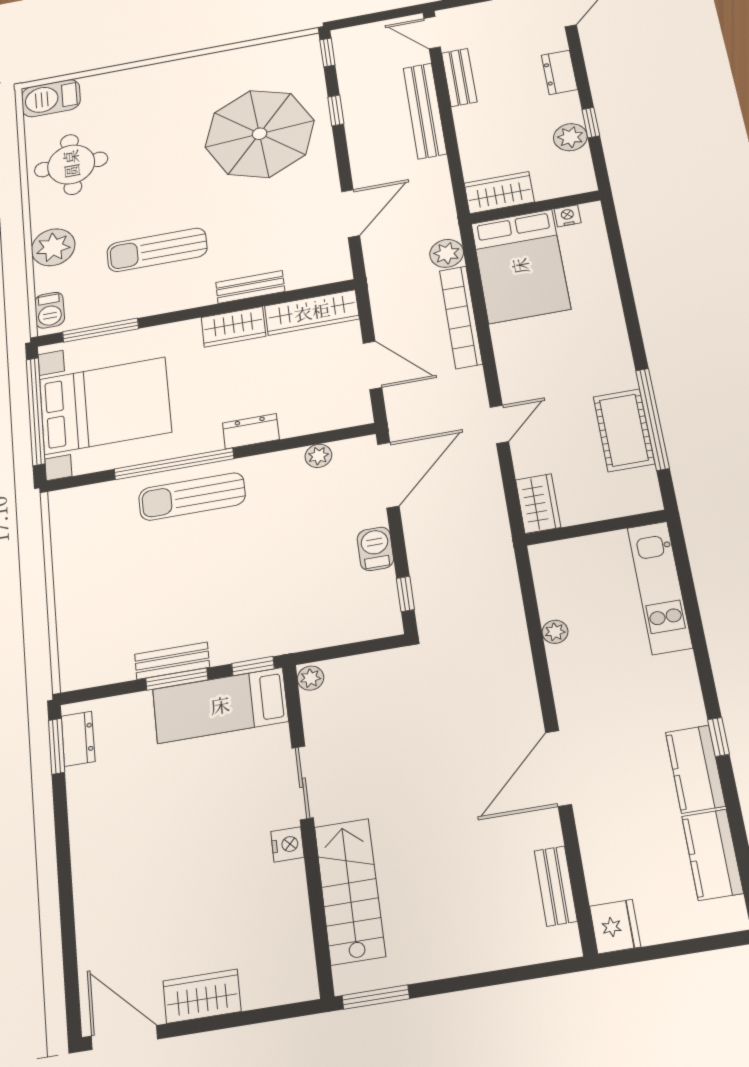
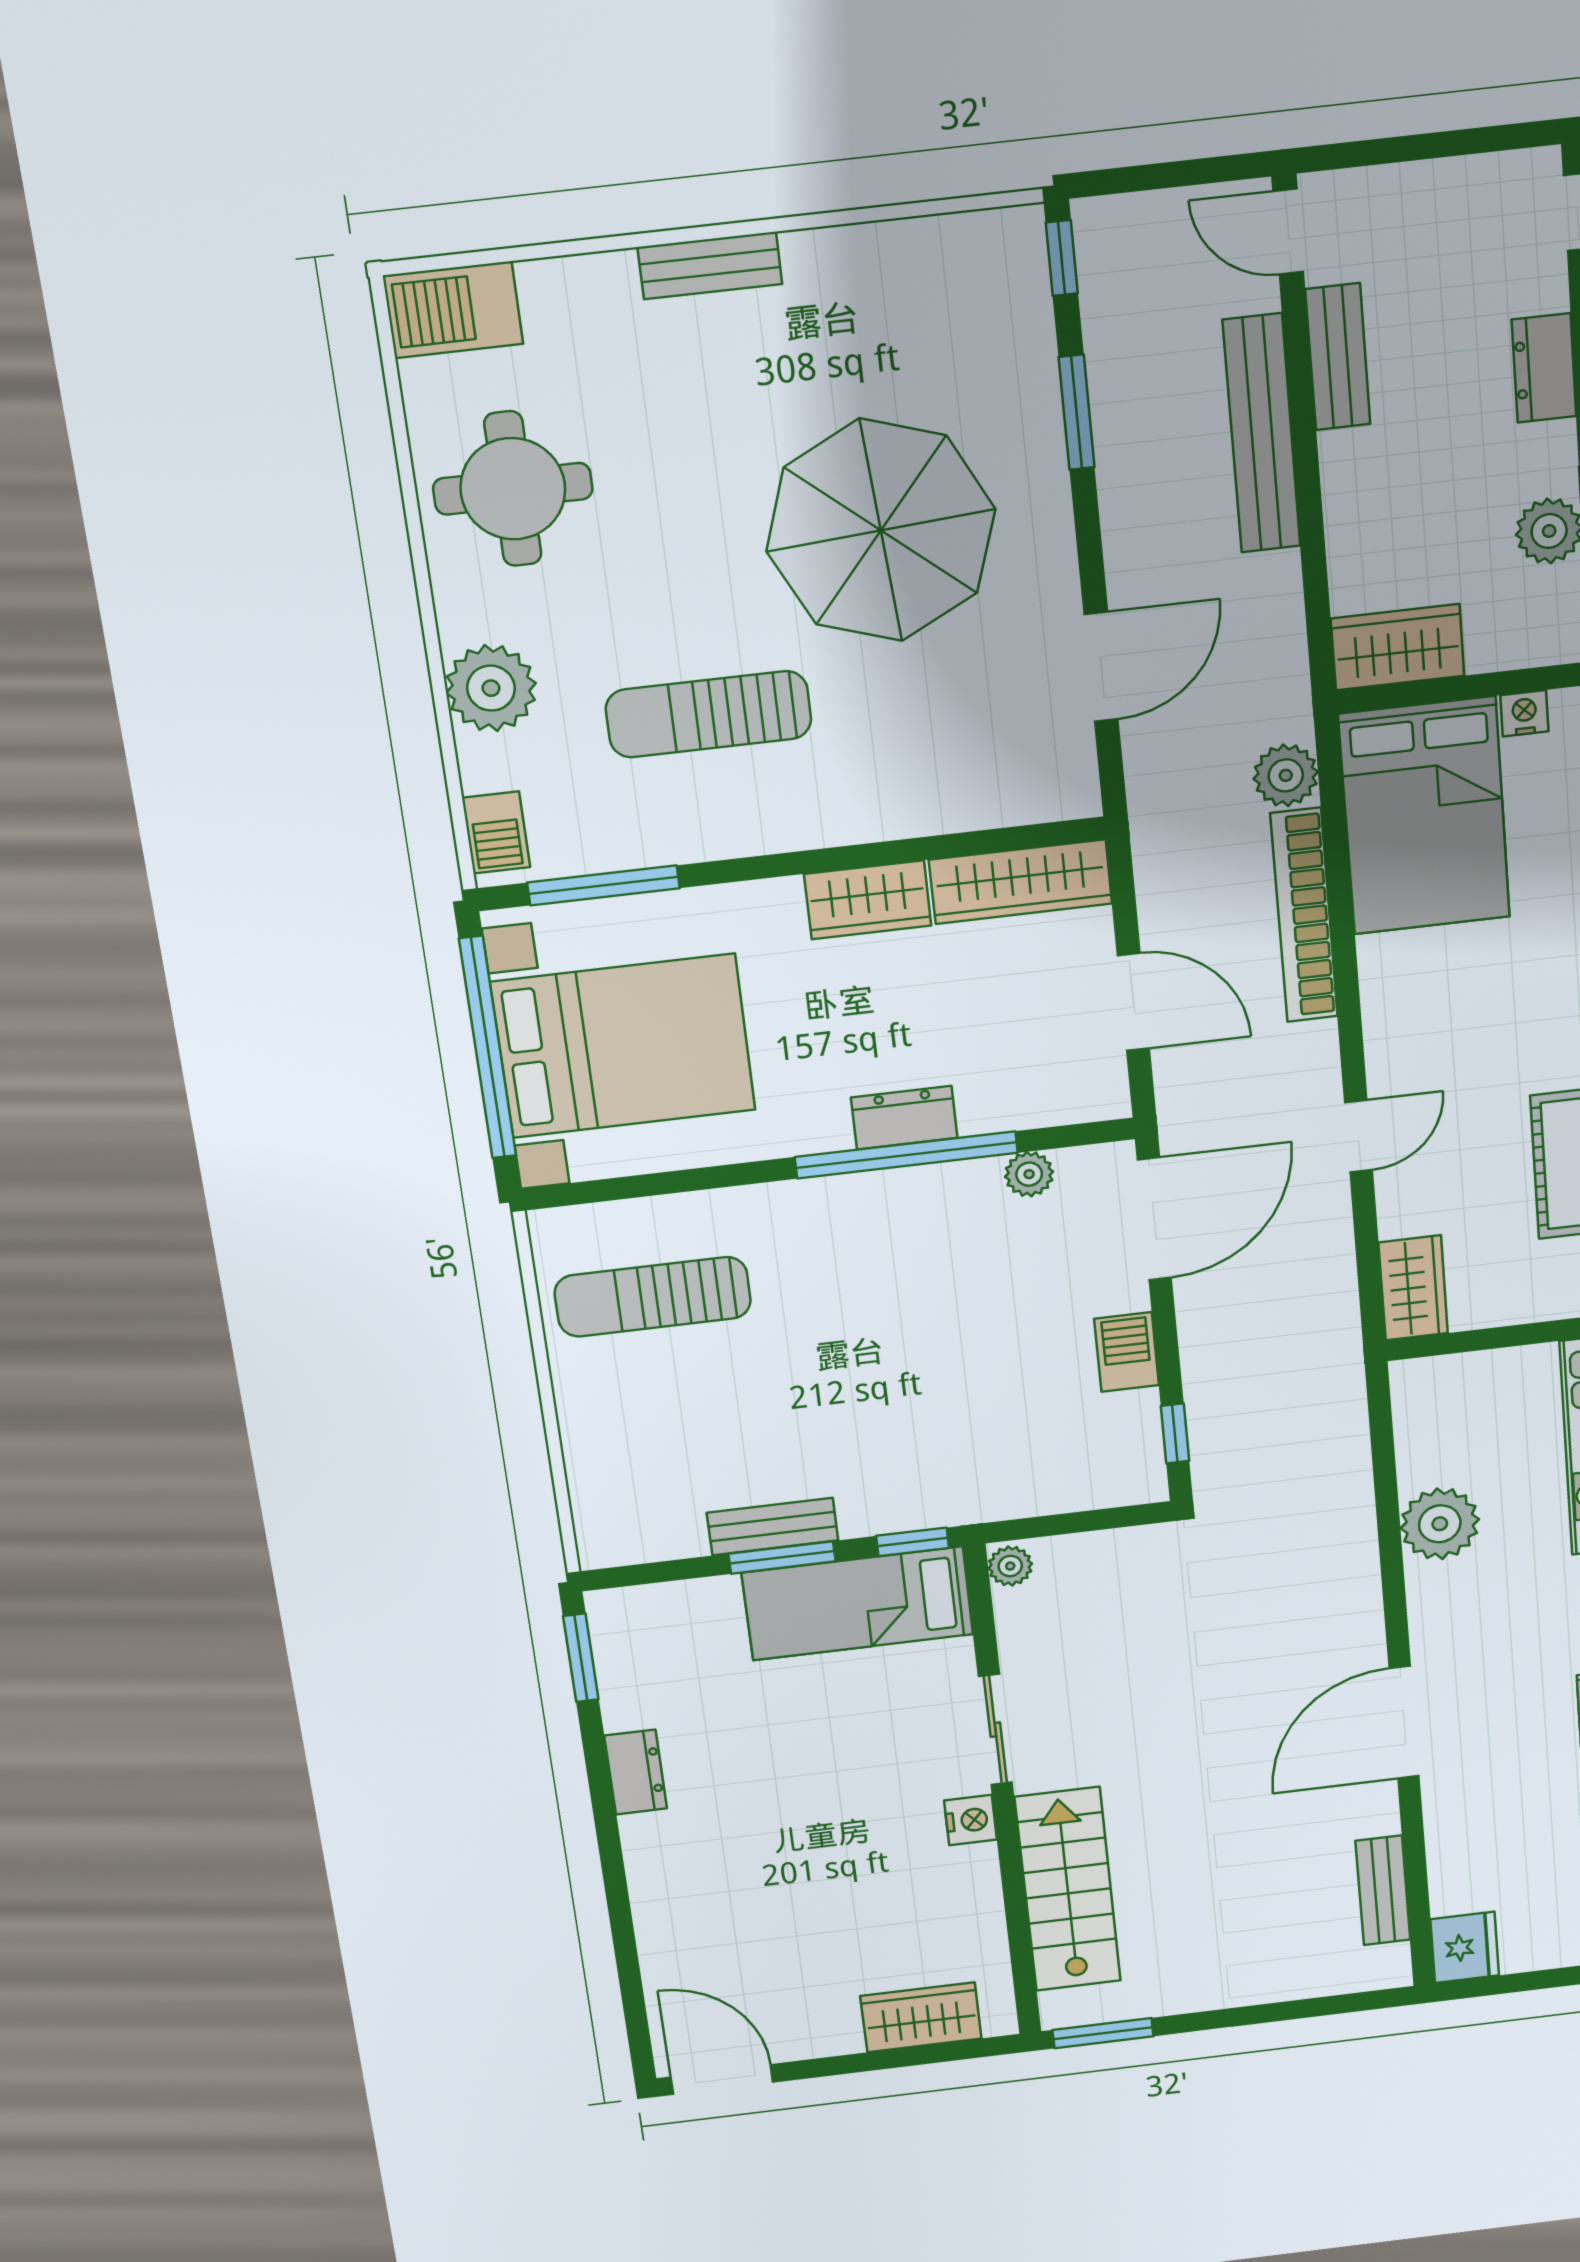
window: (336, 110) -> (1077, 412), width x1.50
parasol: (260, 134) -> (881, 530), moved
bench: (250, 287) -> (710, 266), moved
window: (174, 464) -> (906, 1155), moved
sun lounger: (192, 497) -> (653, 1297), moved
plant: (555, 632) -> (1440, 1524), width x1.87, depth x1.87
dresser: (78, 739) -> (636, 1772), moved
wardrobe: (202, 996) -> (921, 2017), moved

